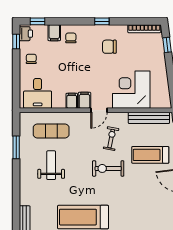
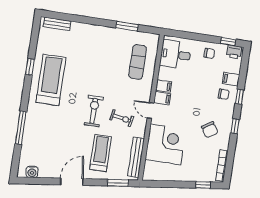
window: (38, 21) -> (239, 97), moved
chair: (109, 47) -> (210, 130), turned 148
weight bench: (51, 165) -> (105, 57), removed

